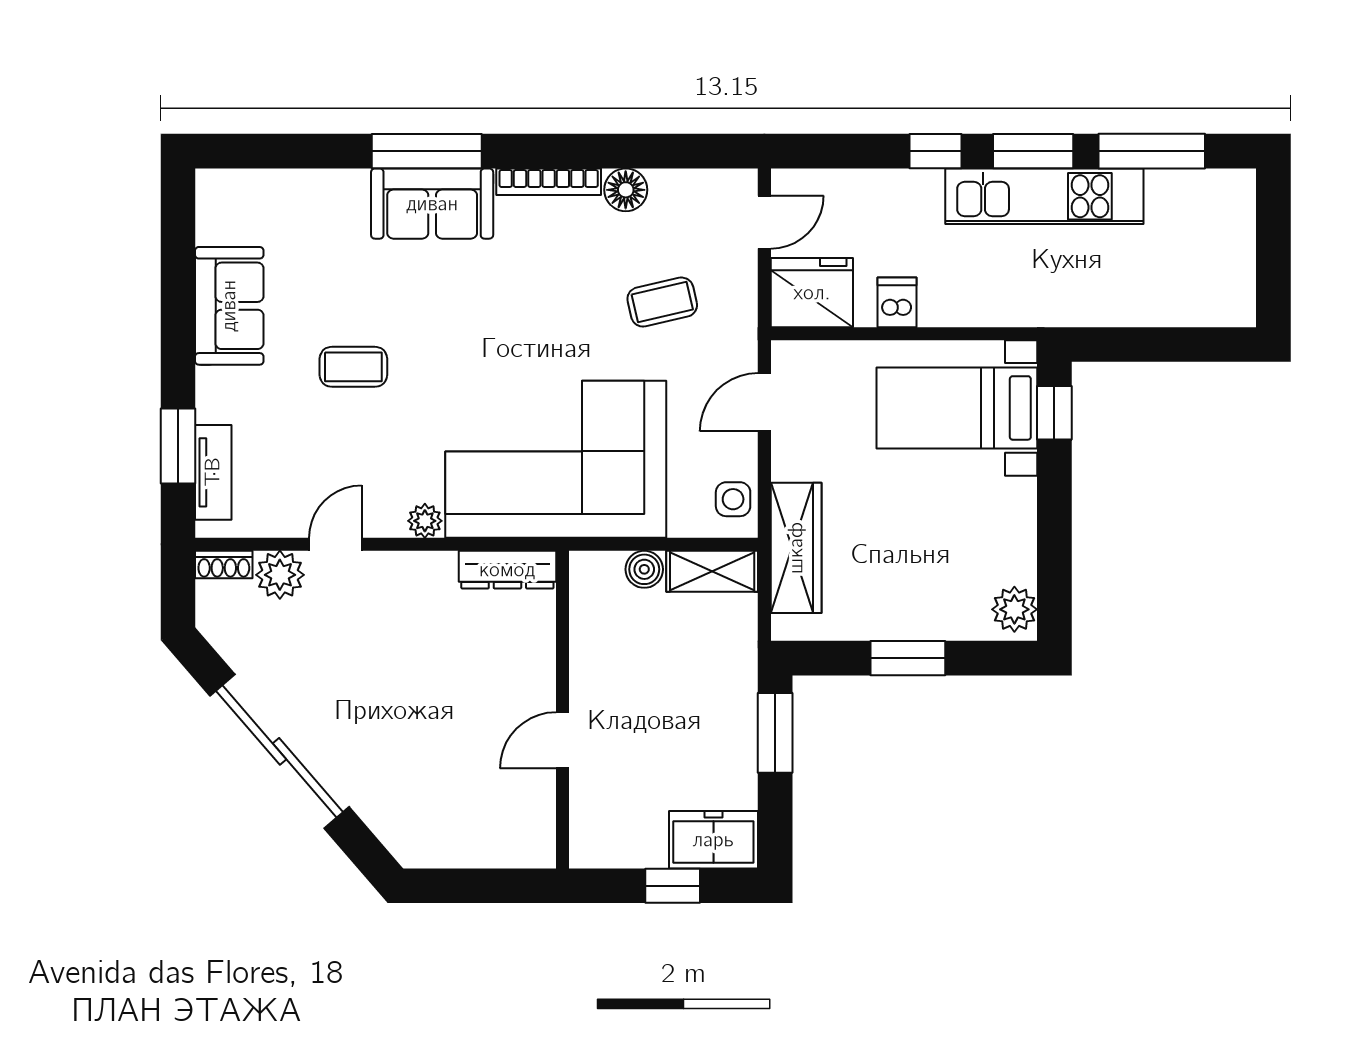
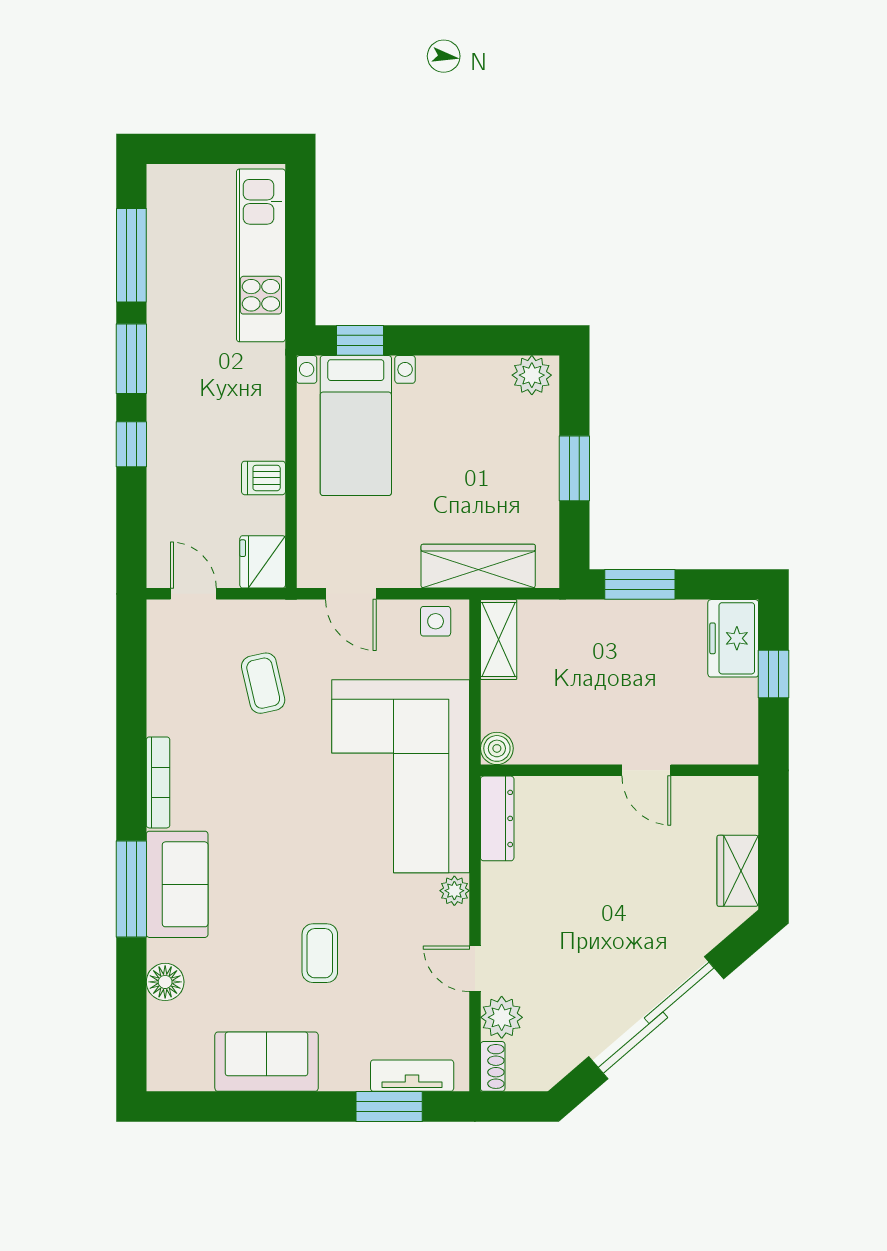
floor lamp: (626, 190) -> (165, 982), moved
kitchen unit: (1044, 196) -> (261, 255), moved, turned 180
fridge: (812, 293) -> (263, 562), width x0.73, depth x0.75
boiler: (644, 569) -> (497, 748), moved
wardrobe: (448, 845) -> (738, 871), added

